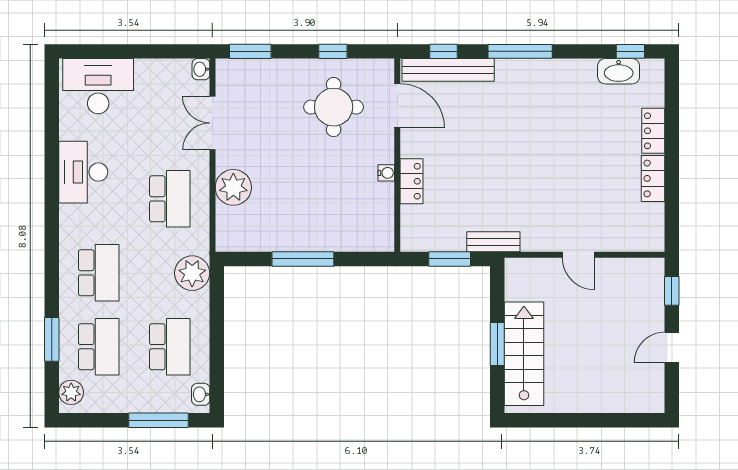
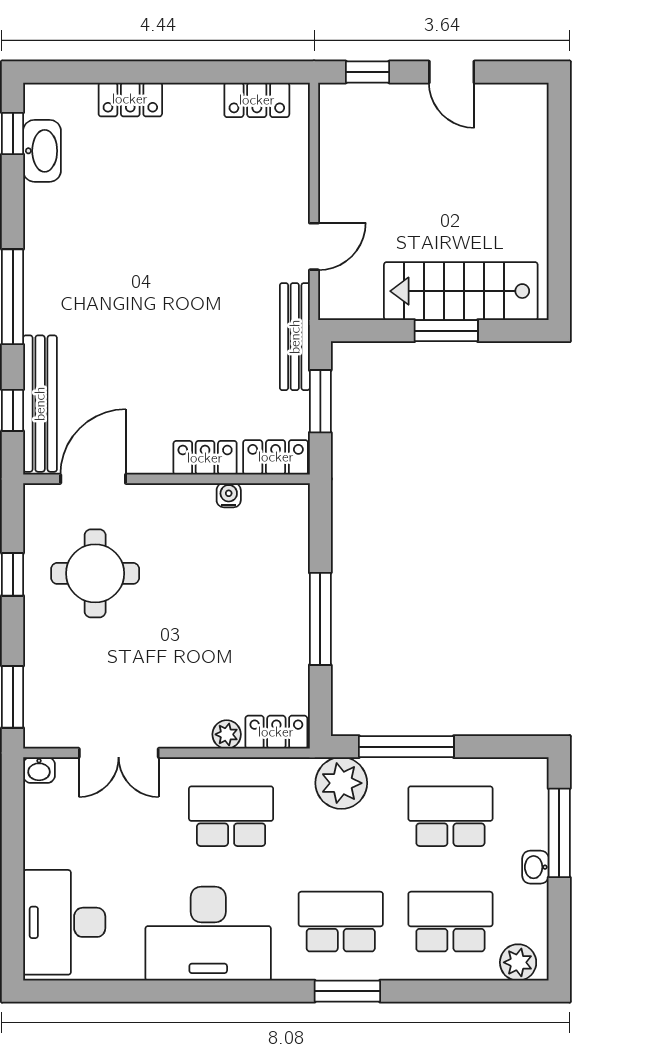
desk: (83, 172) -> (208, 934), width x1.36, depth x1.30
water cooler: (386, 173) -> (229, 495), moved
locker: (653, 178) -> (257, 100), moved
plant: (233, 187) -> (227, 734), width x0.53, depth x0.53
locker: (226, 229) -> (276, 732), added
locker: (412, 229) -> (276, 457), added
bench: (493, 242) -> (295, 337), width x1.36
door: (578, 255) -> (314, 246), moved
window: (217, 317) -> (406, 747), added
window: (52, 339) -> (347, 991), moved
washbasin: (201, 394) -> (535, 867), moved, turned 90

